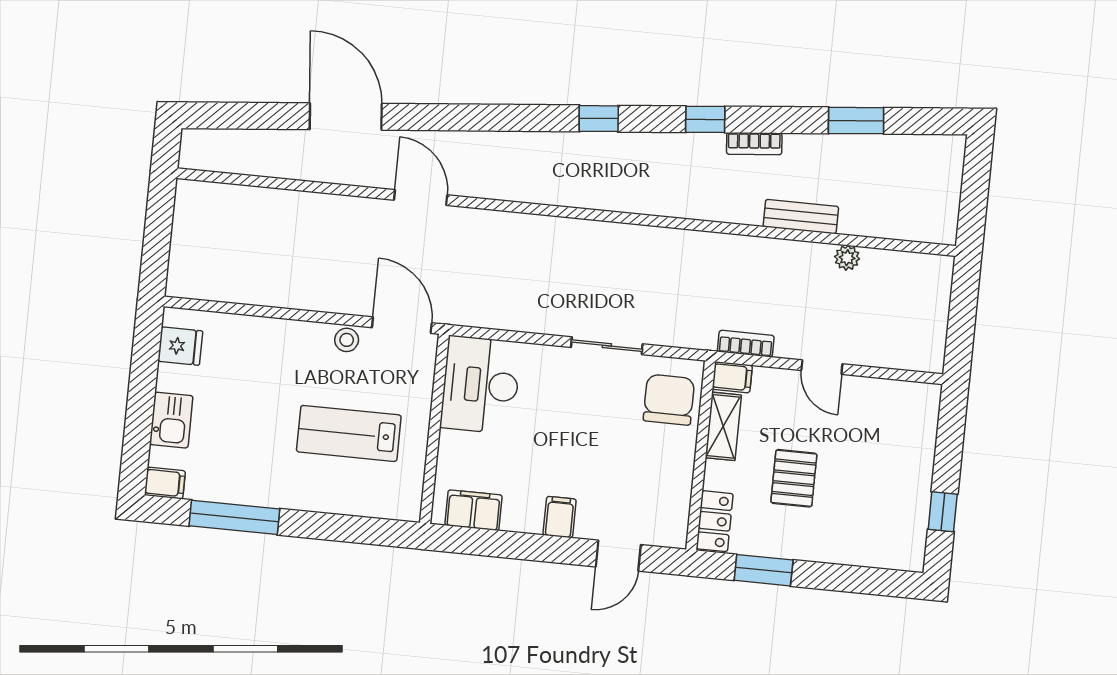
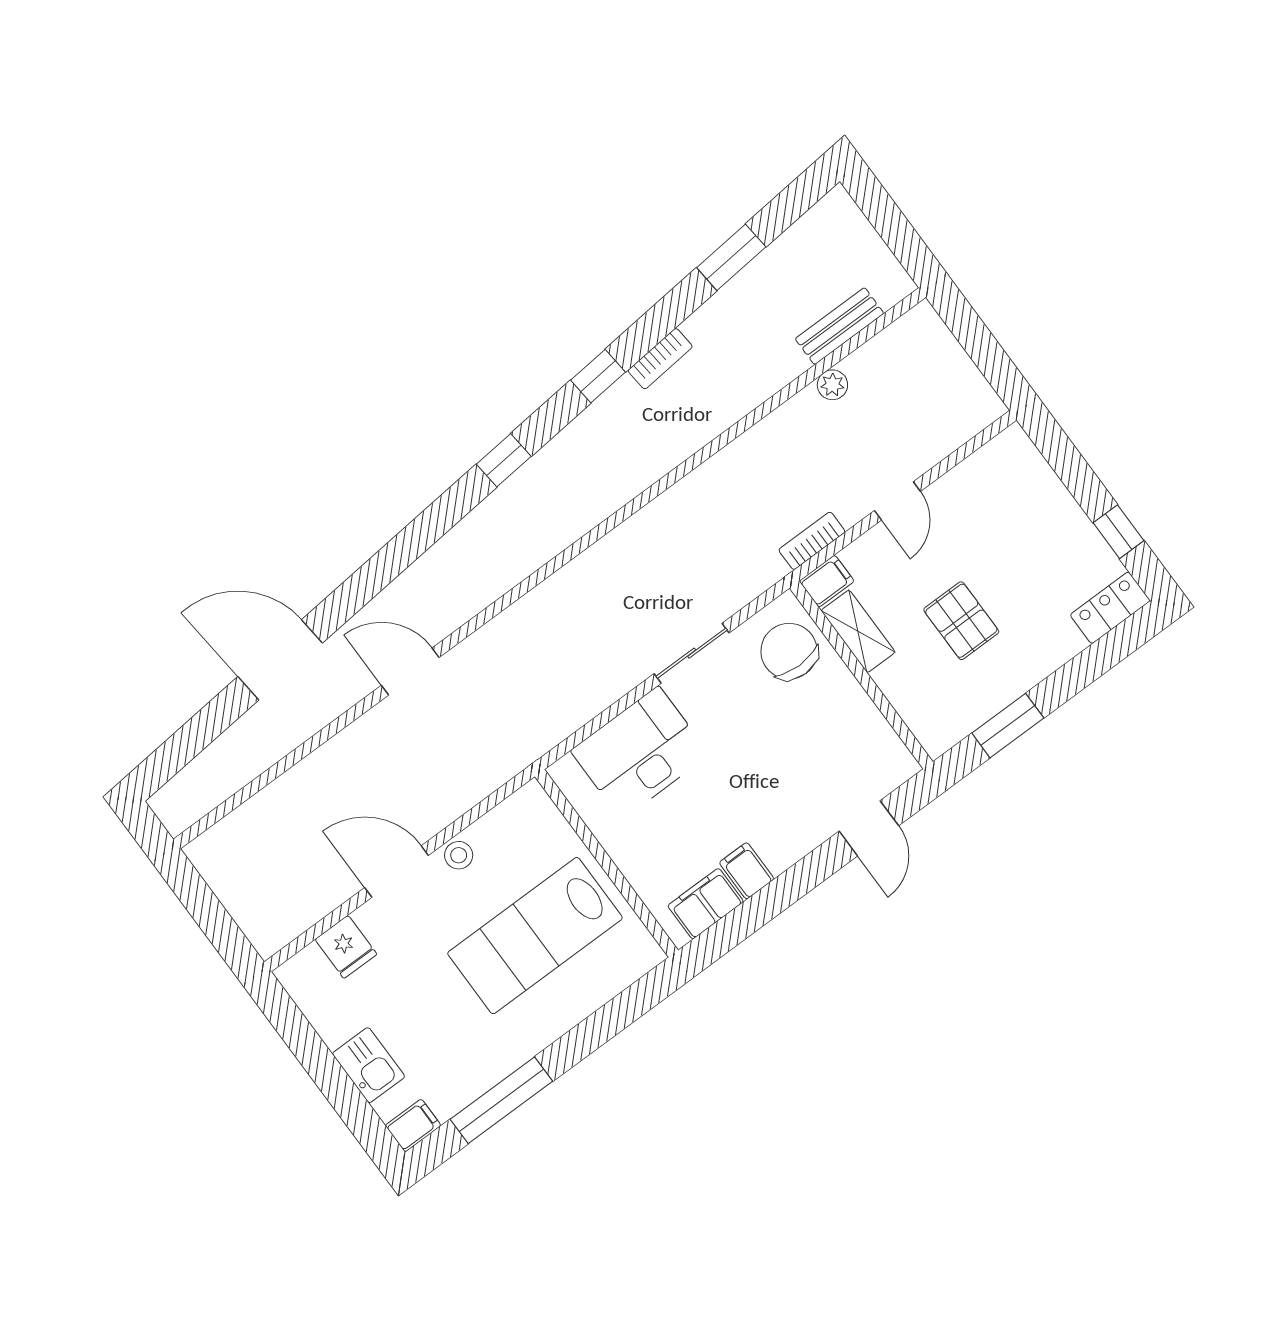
bench: (801, 217) -> (839, 326), moved
door: (402, 325) -> (397, 872), moved
fridge: (180, 346) -> (346, 947), moved, turned 90
door: (822, 367) -> (897, 501), hinge flipped
desk: (481, 385) -> (640, 753), moved, turned 90
lab bench: (349, 433) -> (535, 936), width x1.36, depth x1.39
filing cabinet: (560, 517) -> (747, 871), moved
locker: (715, 521) -> (1110, 608), moved, turned -90

